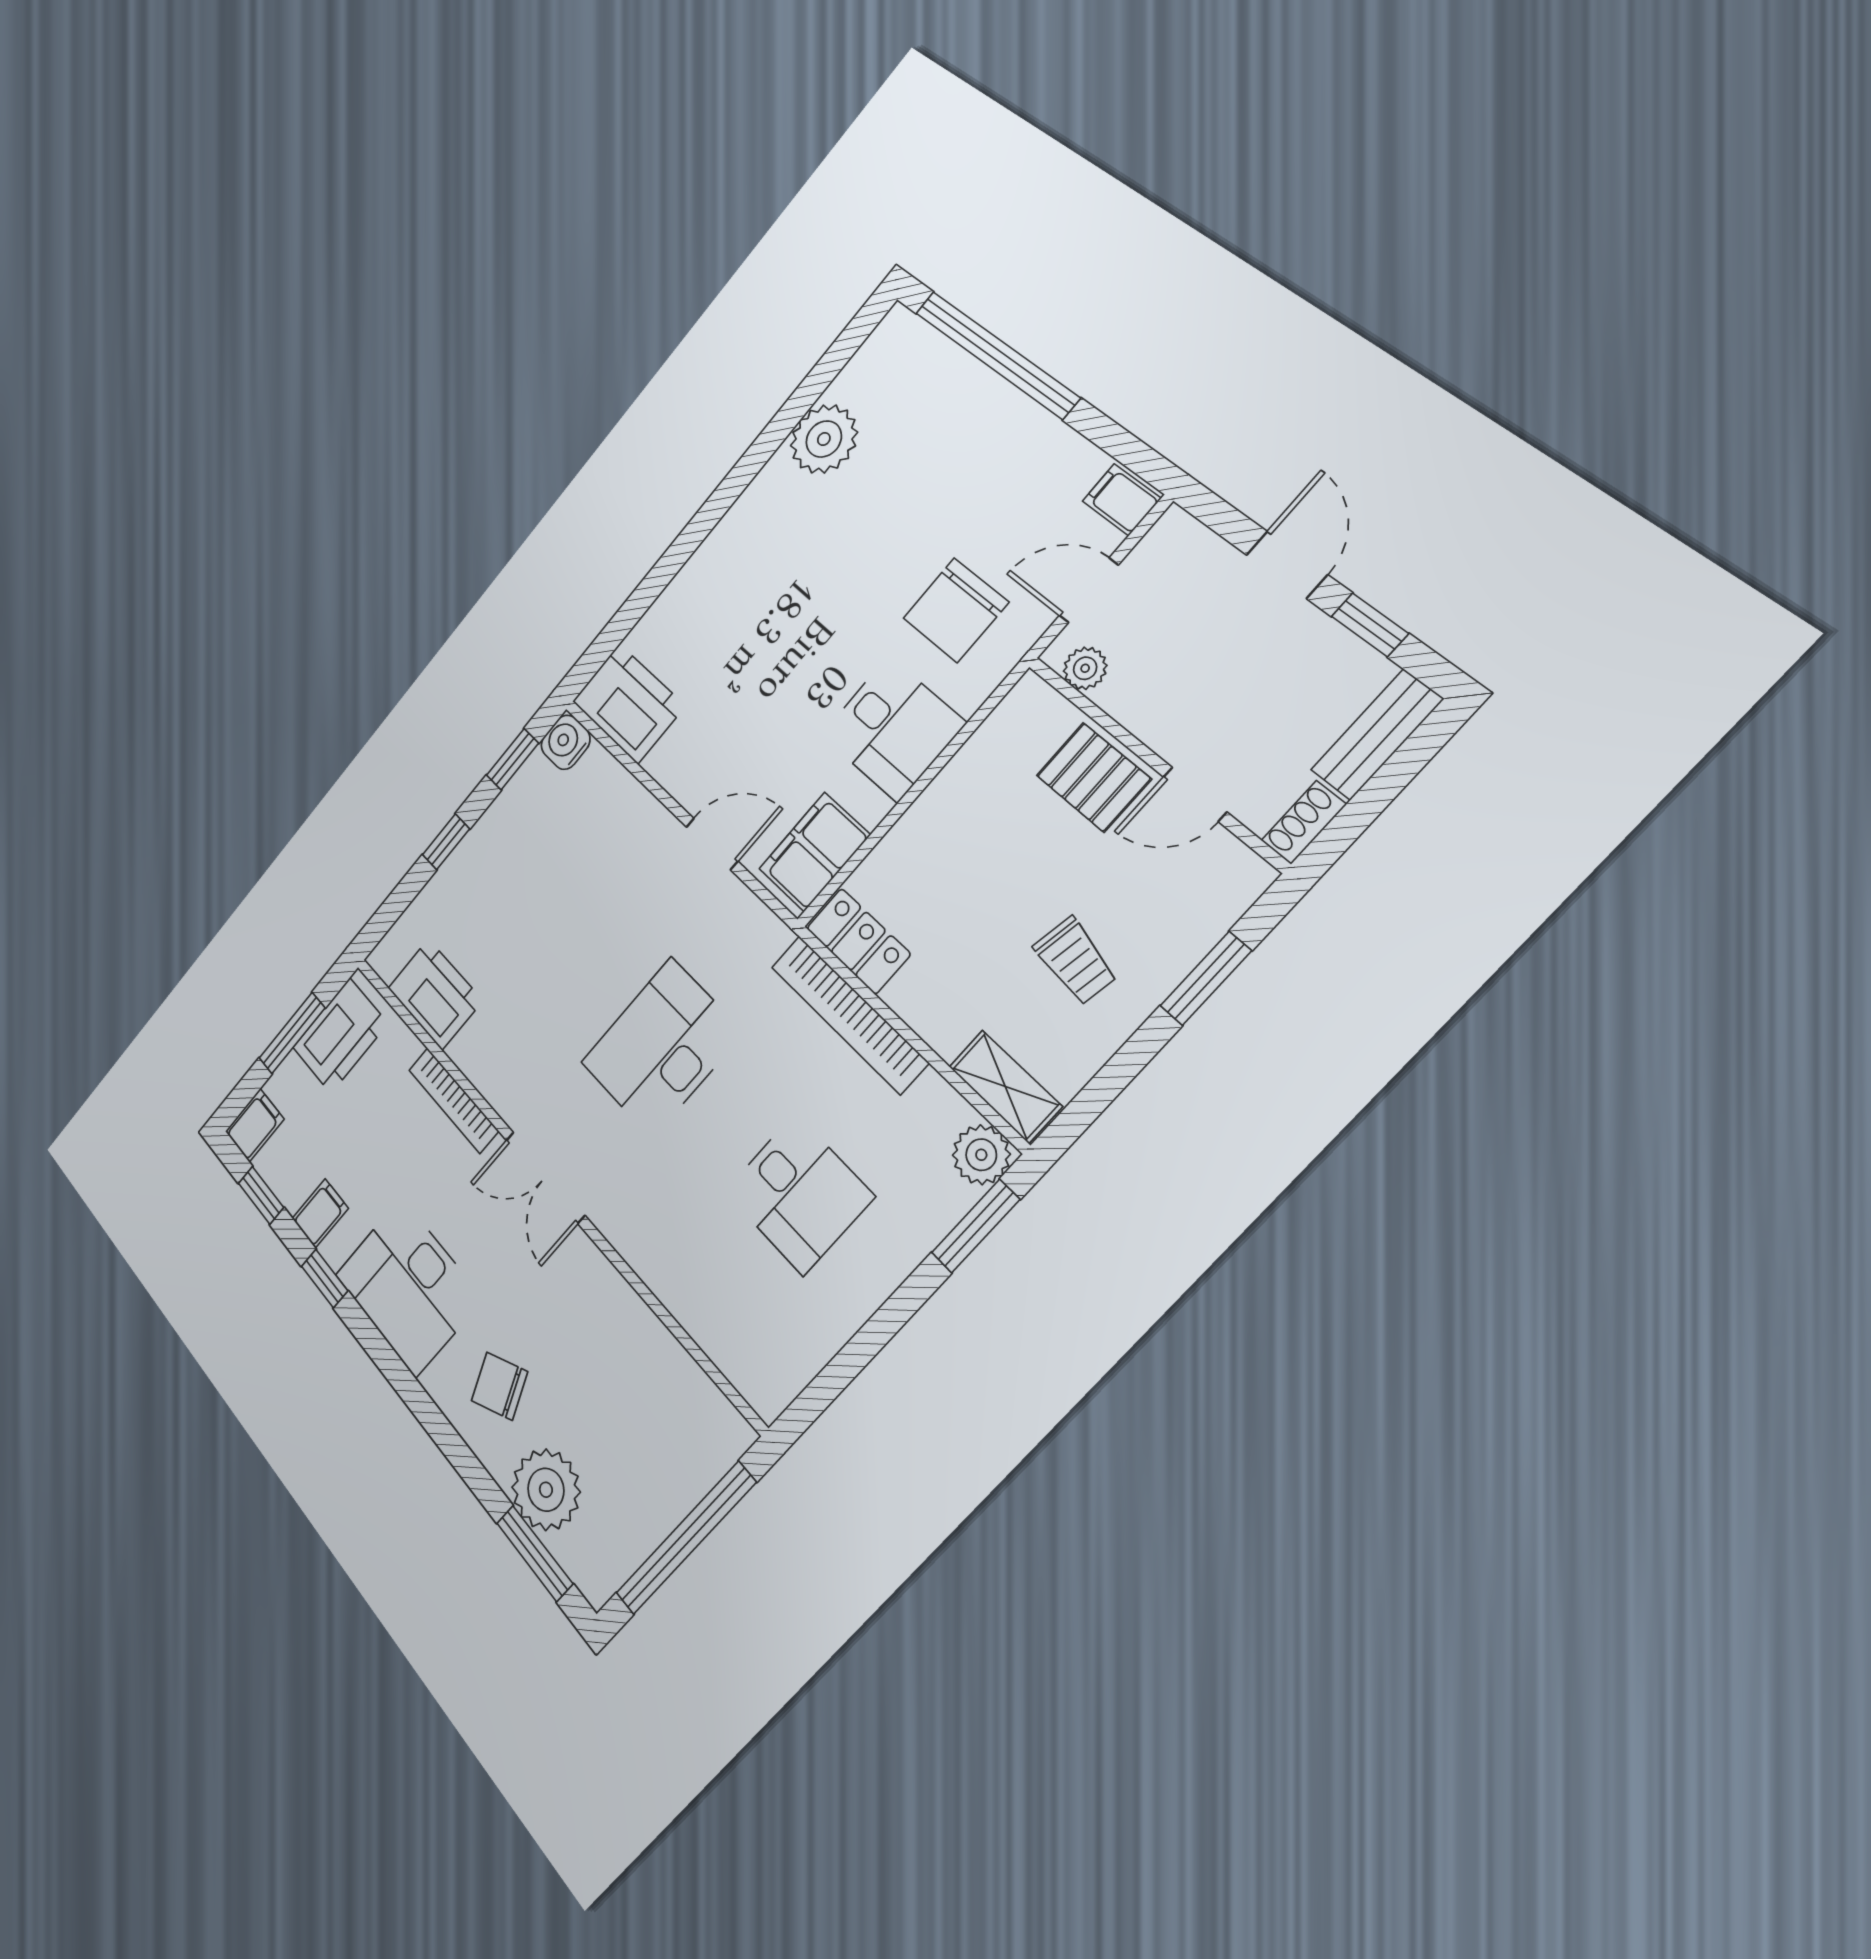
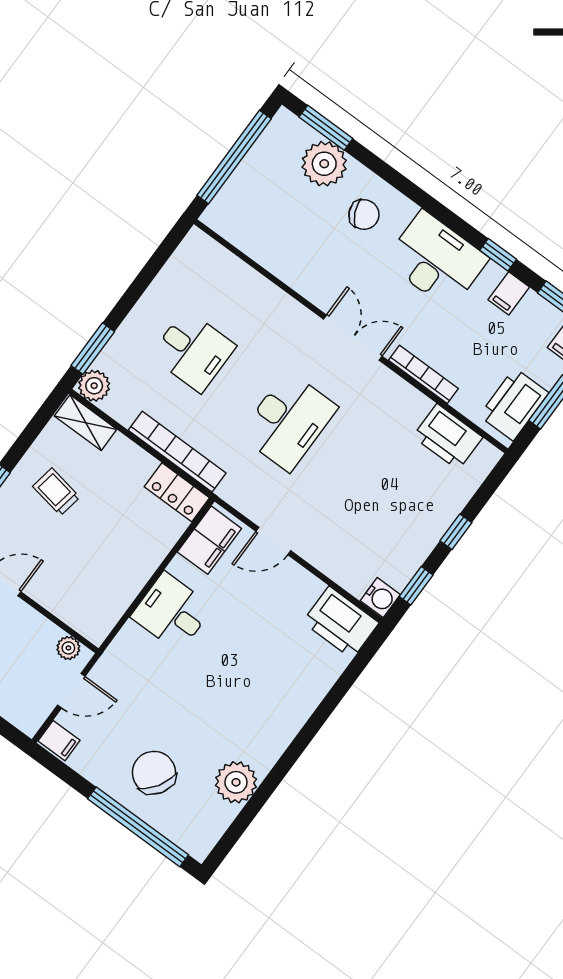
chair: (956, 610) -> (154, 773), moved, turned -58
pallet: (1093, 777) -> (57, 589), removed
desk: (799, 1194) -> (193, 351), turned 180

